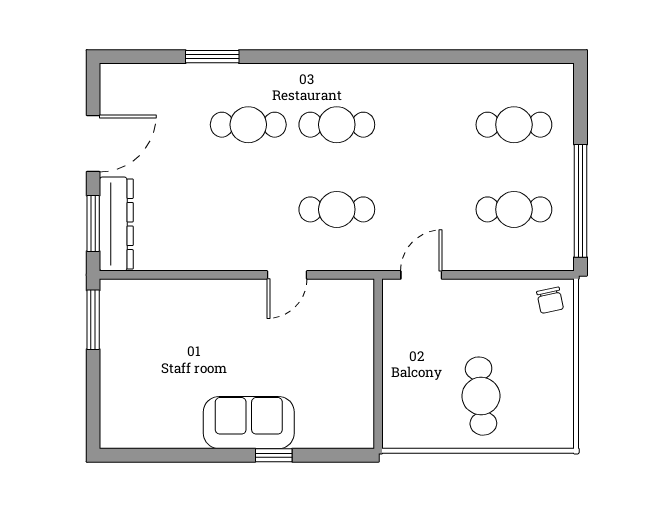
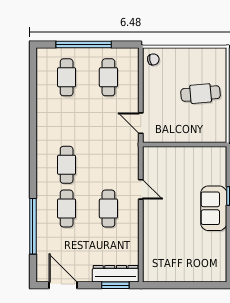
window: (212, 57) -> (33, 226), width x2.11
door: (93, 143) -> (63, 285), moved
window: (581, 201) -> (84, 44), moved
cafe table: (337, 209) -> (108, 209), moved
window: (93, 320) -> (163, 285), removed

